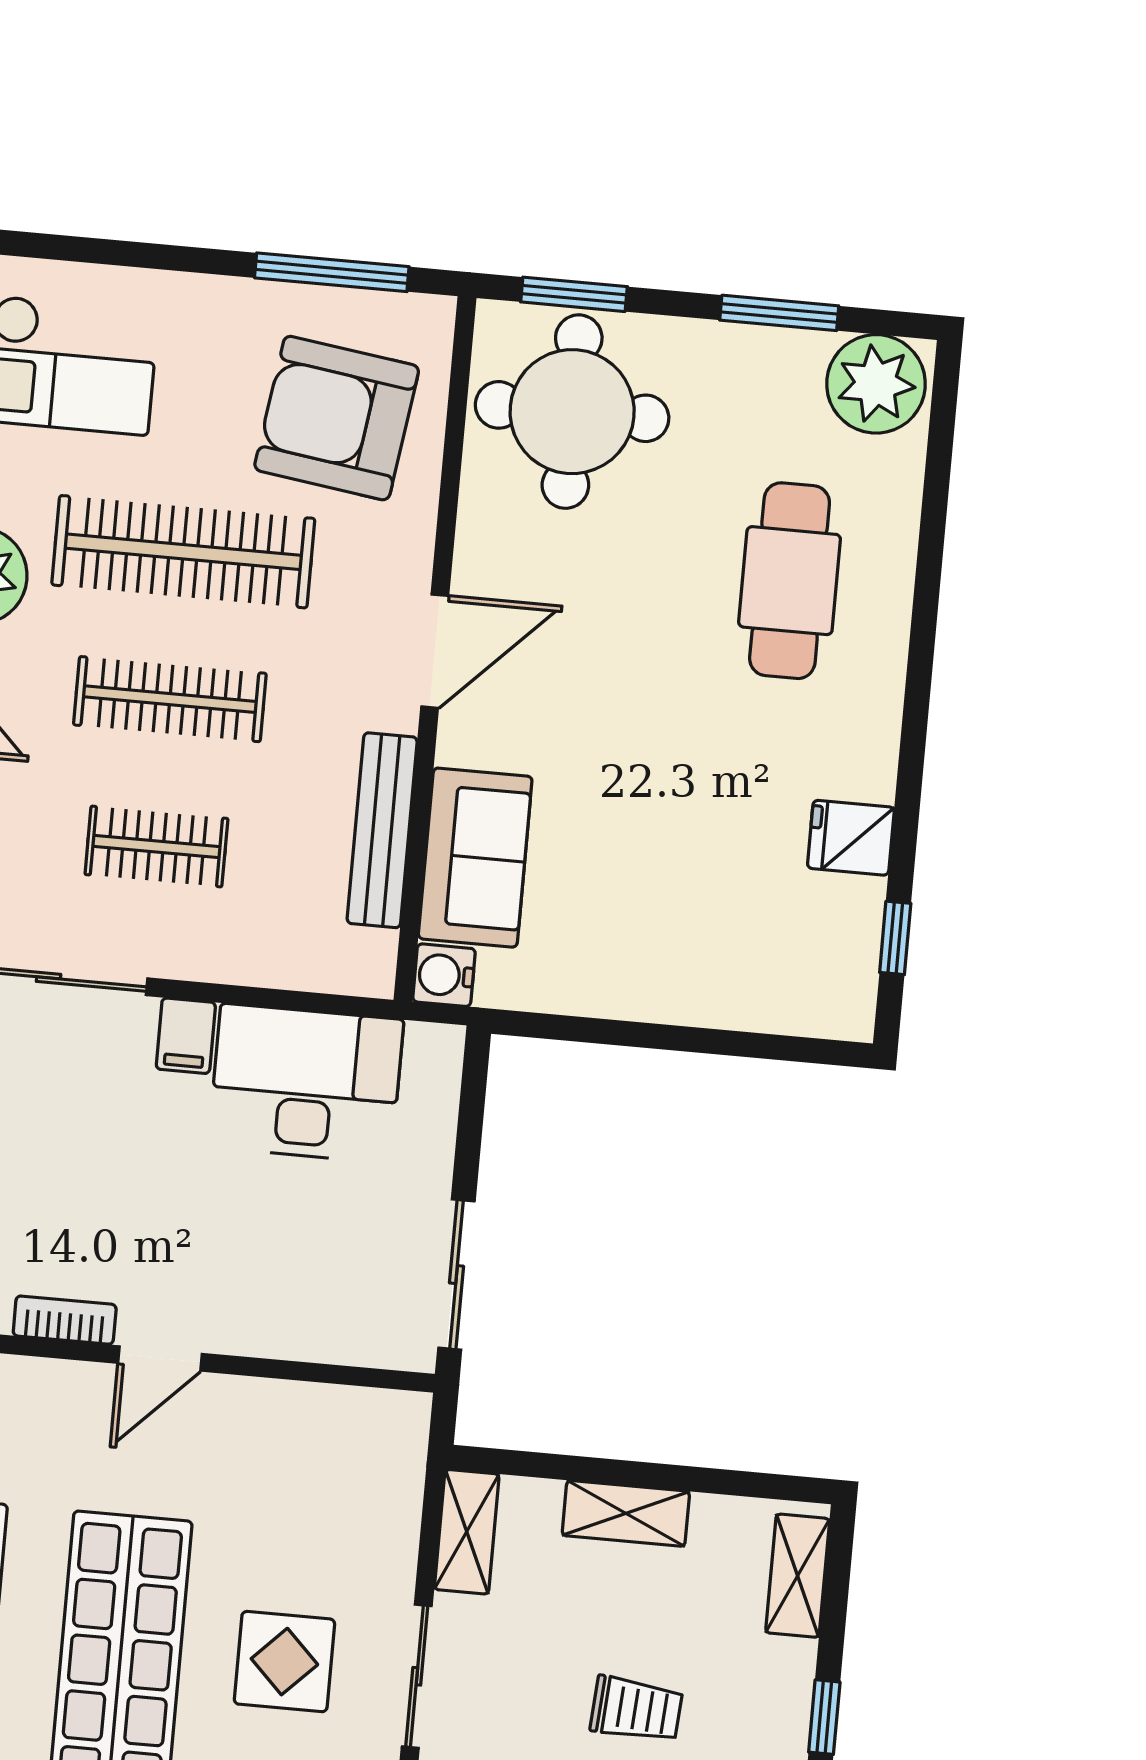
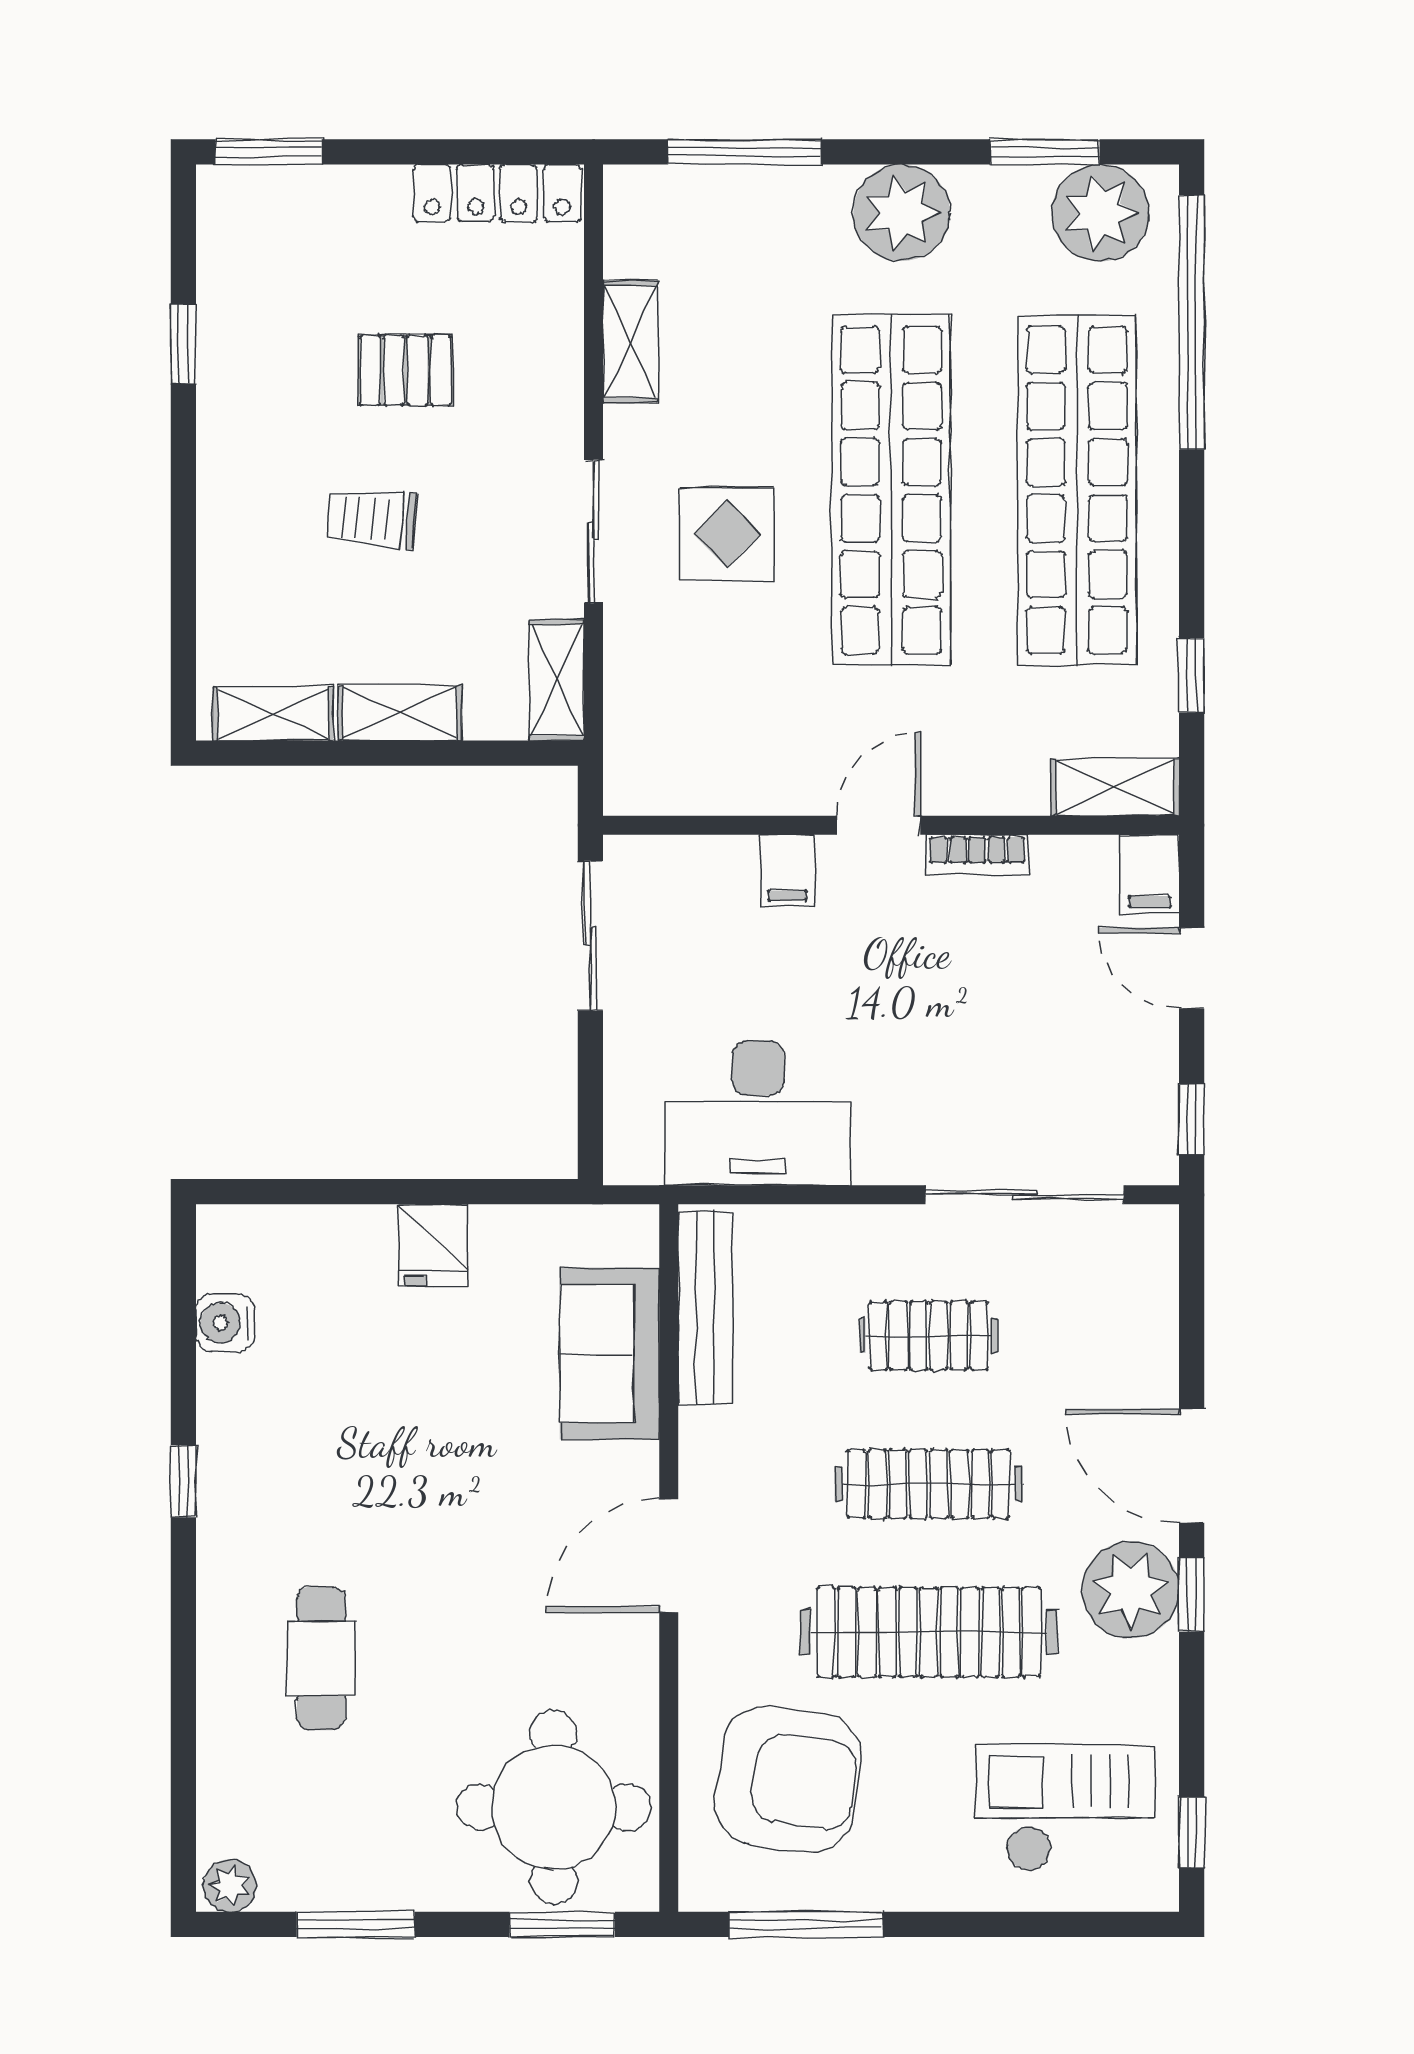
plant: (876, 384) -> (230, 1886), width x0.53, depth x0.53
cafe table: (790, 581) -> (321, 1658), width x0.73, depth x0.74
bench: (382, 830) -> (705, 1308), moved
fridge: (851, 838) -> (433, 1245), moved, turned 90
window: (895, 938) -> (183, 1481), moved
water cooler: (444, 975) -> (225, 1323), moved, turned 180
filing cabinet: (186, 1036) -> (787, 871), moved, turned 180
shelving: (798, 1576) -> (273, 714), moved, turned 90
window: (824, 1717) -> (183, 528), removed

